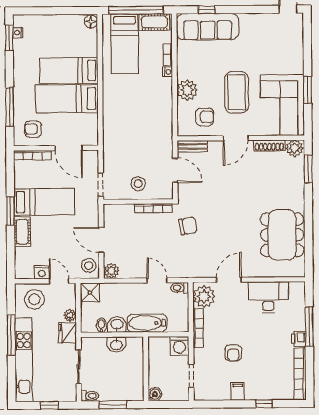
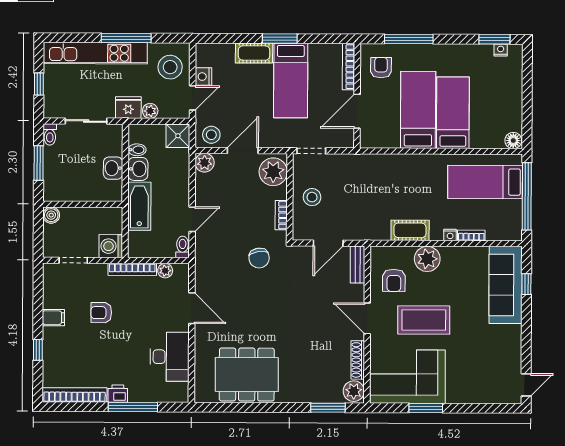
cot: (154, 22) -> (410, 230), moved, turned 90
bookcase: (153, 208) -> (281, 215), width x0.64
plant: (118, 215) -> (273, 172), added
plant: (204, 296) -> (165, 271), width x0.53, depth x0.53

